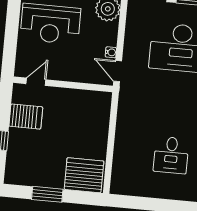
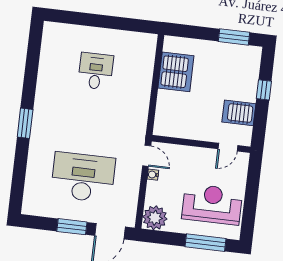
server rack: (84, 175) -> (176, 72), moved, turned -90
window: (47, 194) -> (234, 37), moved

